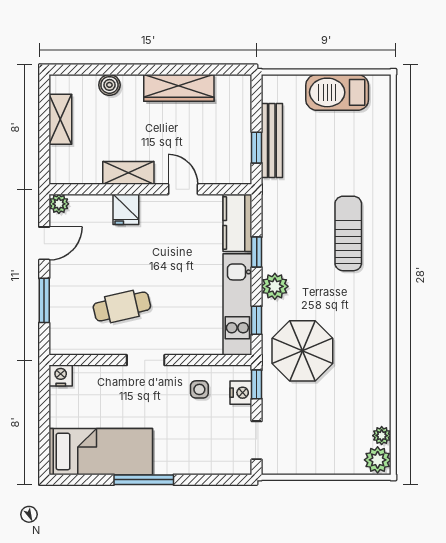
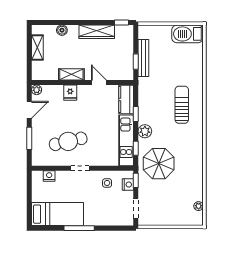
window: (228, 70) -> (122, 22), added
barbecue: (337, 92) -> (187, 34), moved
cafe table: (122, 307) -> (68, 141), width x1.37, depth x1.35
nightstand: (61, 376) -> (49, 176), moved
plant: (378, 460) -> (196, 218), removed

